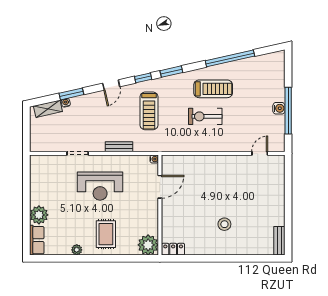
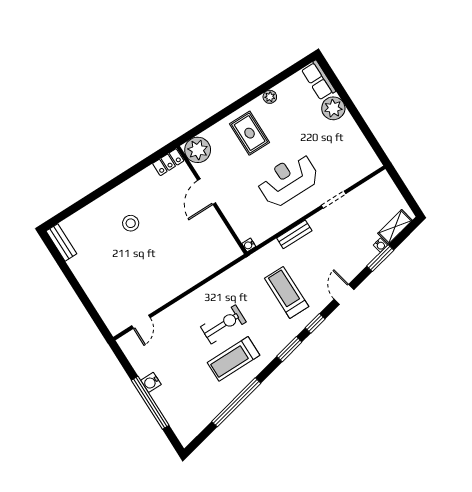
window: (288, 111) -> (150, 403), moved
door: (160, 187) -> (207, 192), moved

